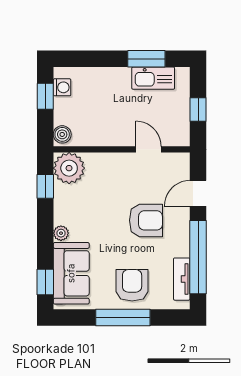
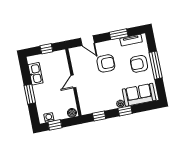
window: (146, 59) -> (30, 94), moved
door: (149, 149) -> (73, 81), moved
plant: (69, 168) -> (88, 106), removed
armchair: (146, 220) -> (106, 63), turned 90
window: (198, 257) -> (119, 34), width x0.47
window: (45, 282) -> (125, 111), moved

